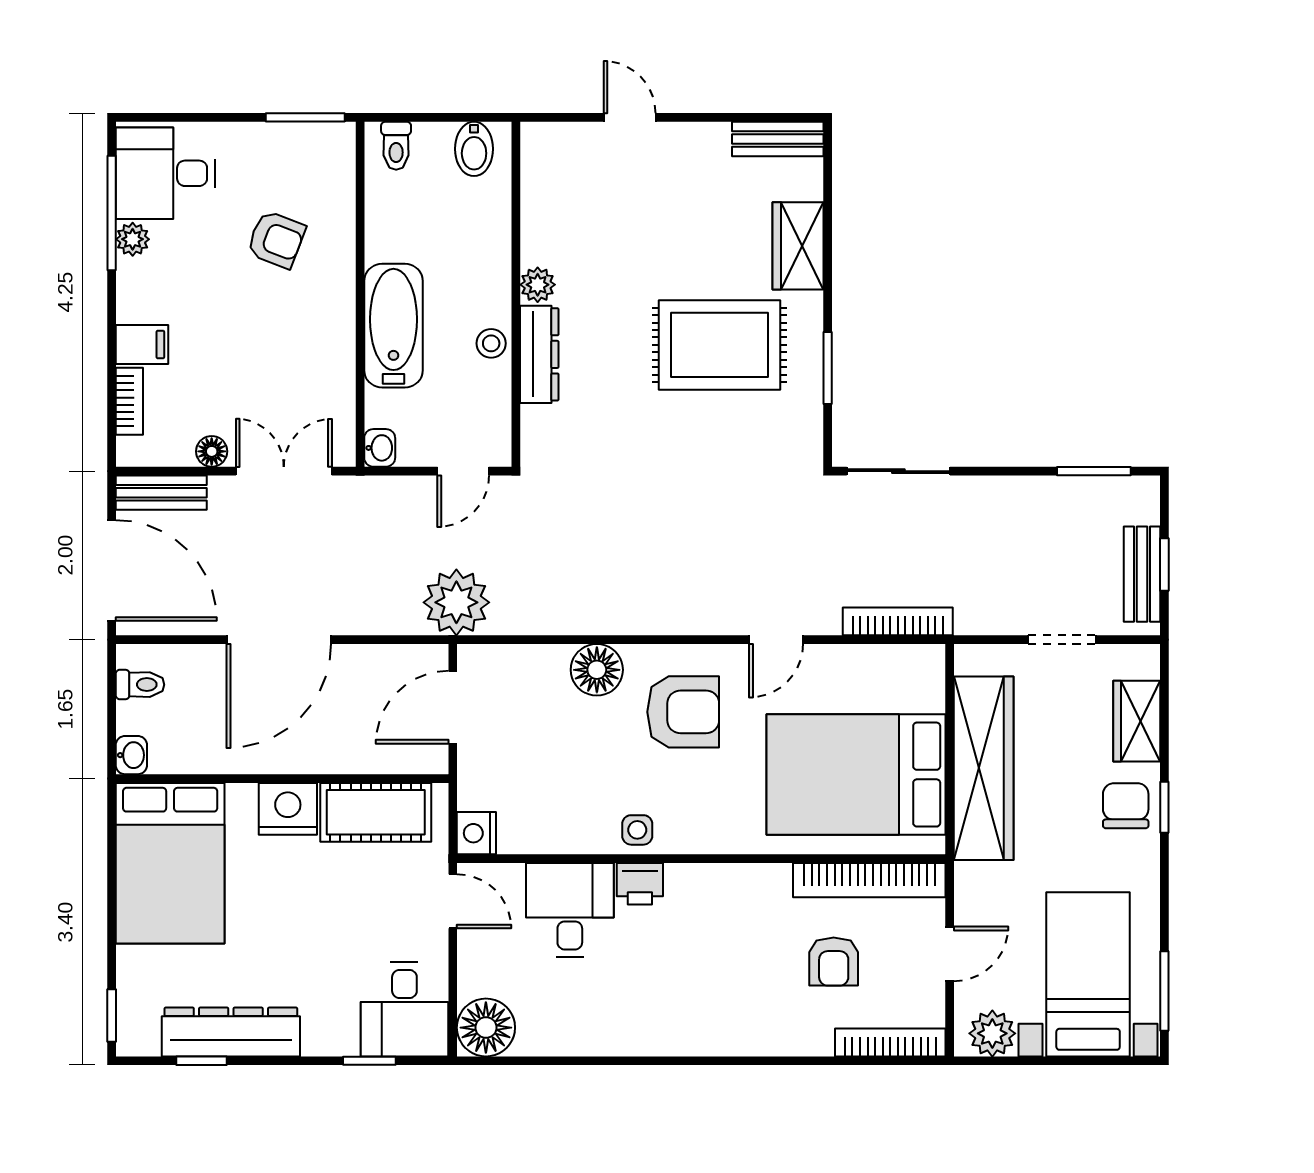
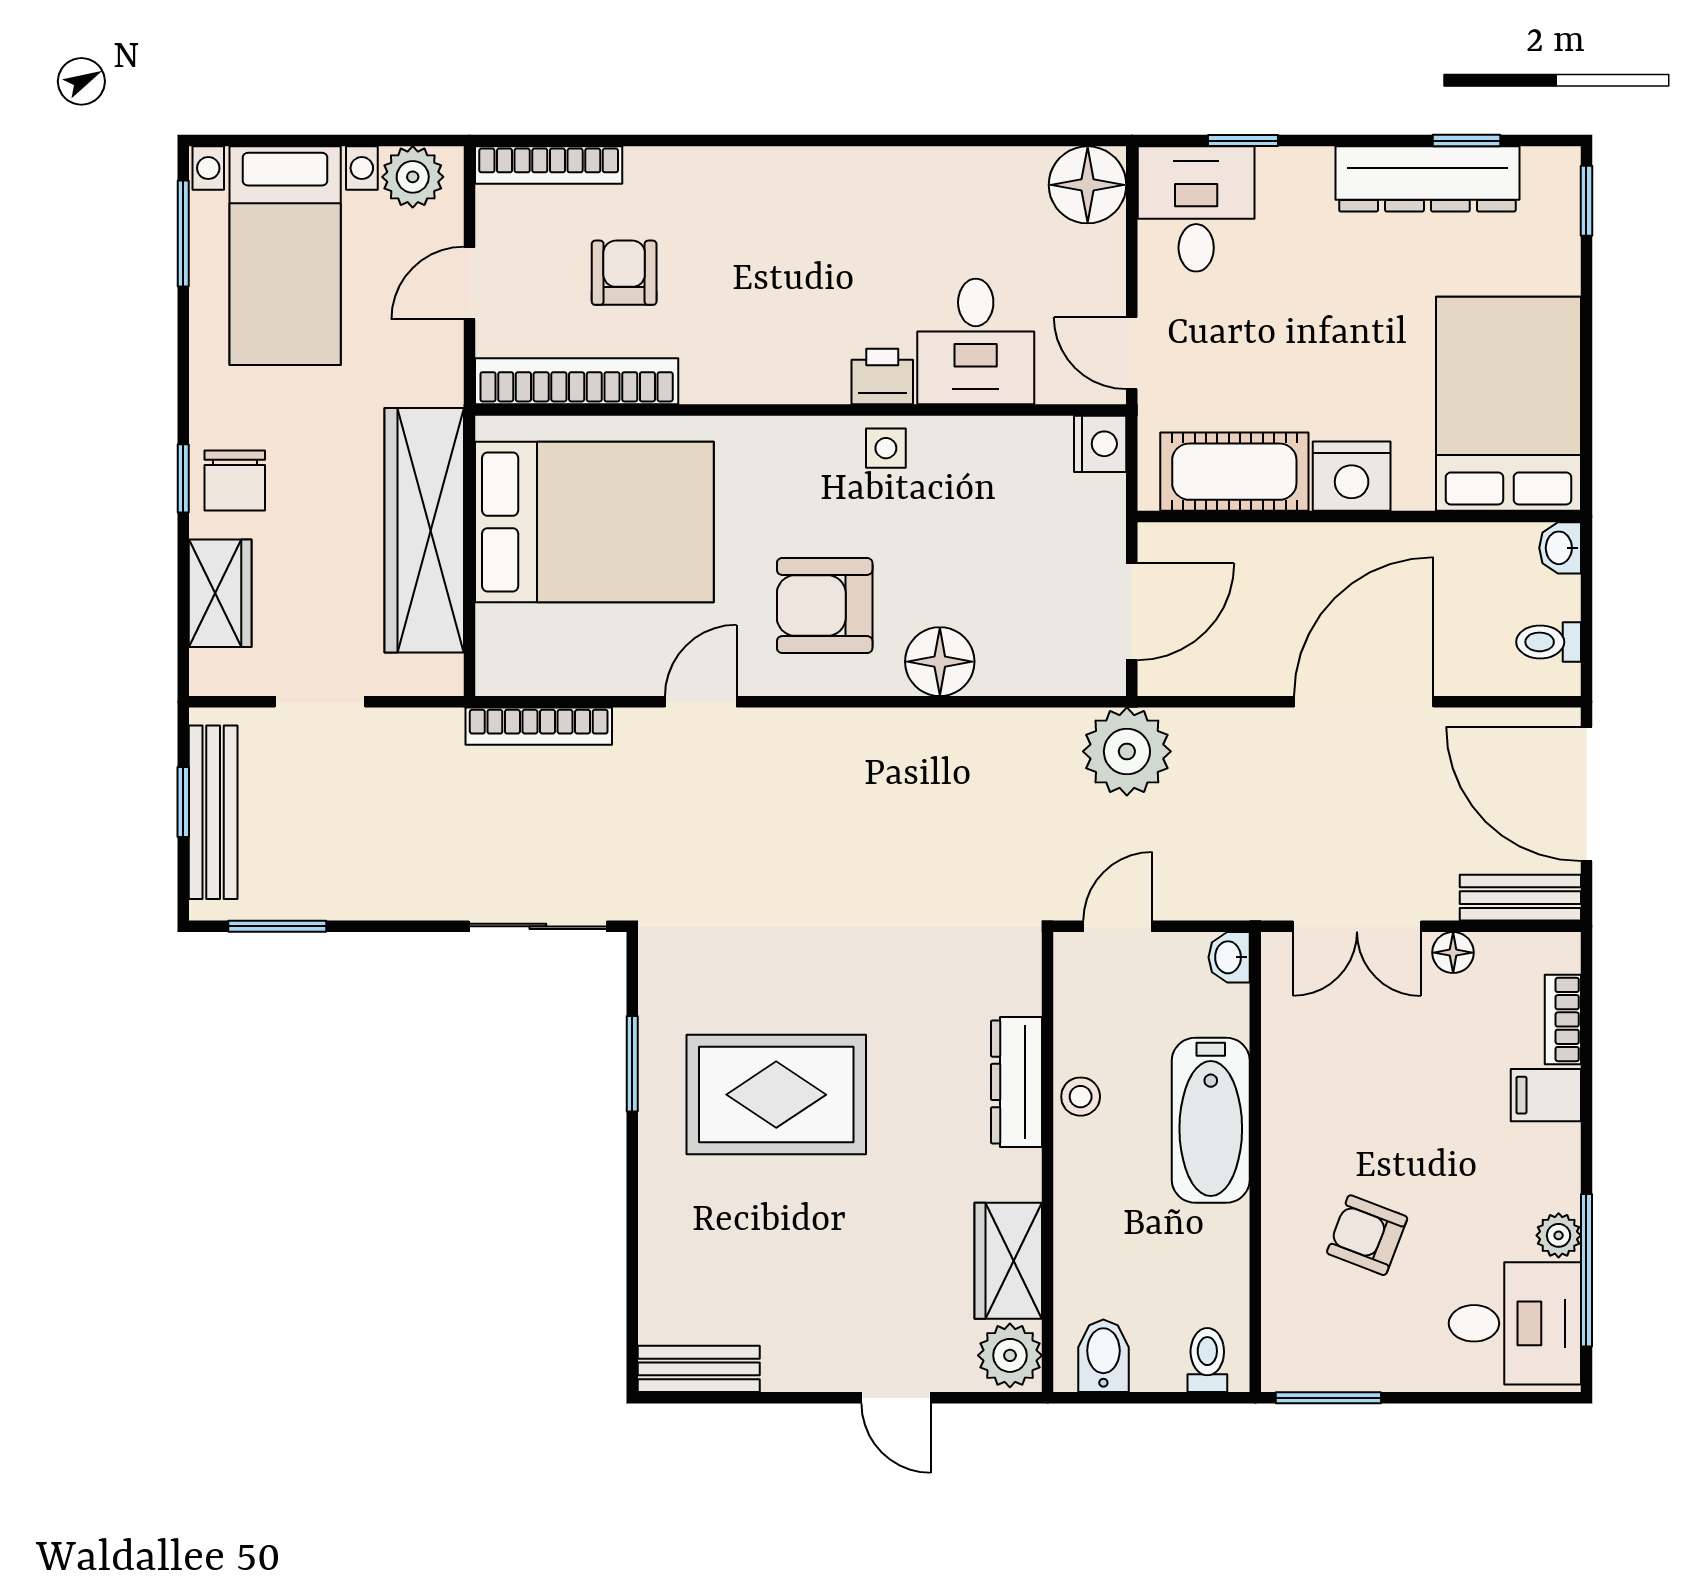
wardrobe: (798, 246) -> (1008, 1261), moved, turned 180
plant: (538, 285) -> (1010, 1355), moved, width x1.38, depth x1.38
bench: (1142, 574) -> (213, 812), width x1.36

